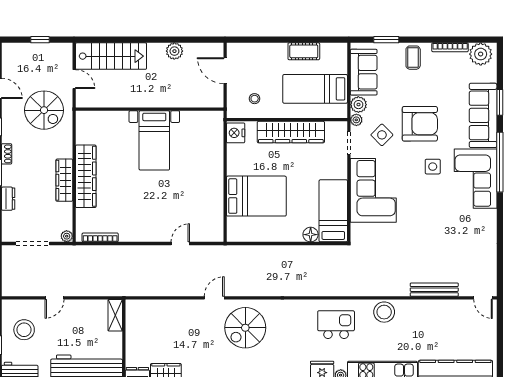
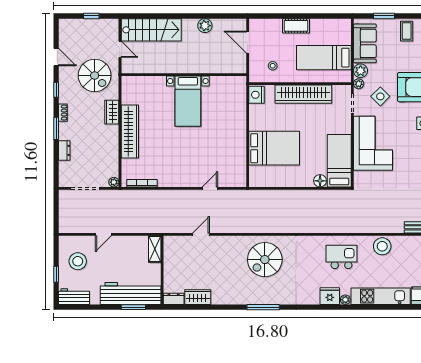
cot: (304, 51) -> (296, 26), moved
wardrobe: (64, 180) -> (112, 112), moved, width x0.67
door: (214, 298) -> (201, 234), moved

